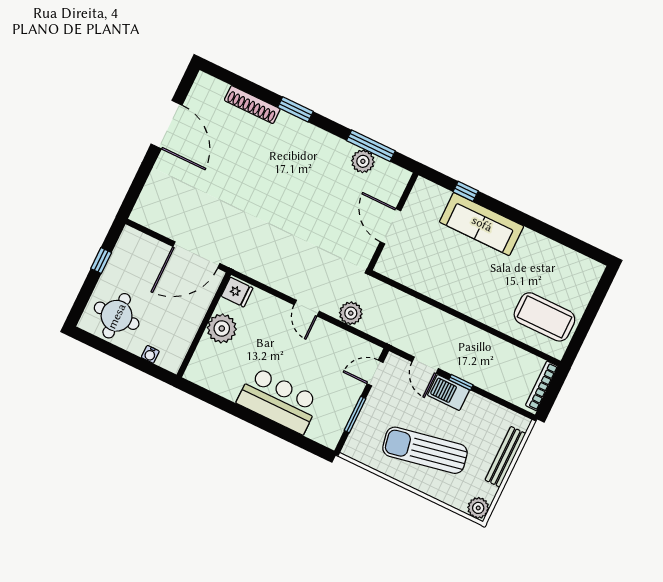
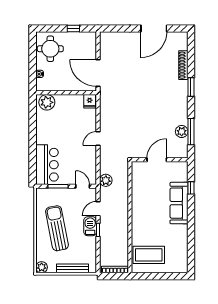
plant: (351, 313) -> (106, 180), moved
coffee table: (544, 317) -> (149, 255), turned 90
plant: (222, 328) -> (47, 102), moved
bar counter: (278, 401) -> (47, 165), moved

